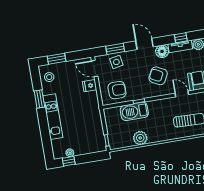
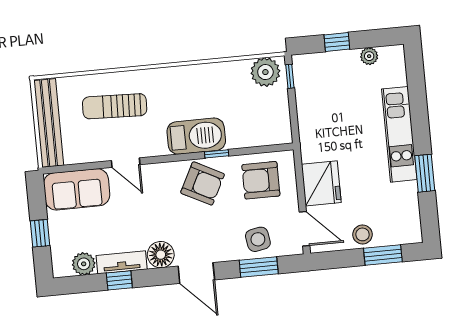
armchair: (158, 76) -> (203, 183), moved
stool: (49, 77) -> (363, 234), moved
fridge: (90, 86) -> (321, 183), width x1.88, depth x1.34
barbecue: (134, 111) -> (196, 136), moved
plant: (140, 138) -> (265, 72), moved
window: (69, 161) -> (337, 42), moved

